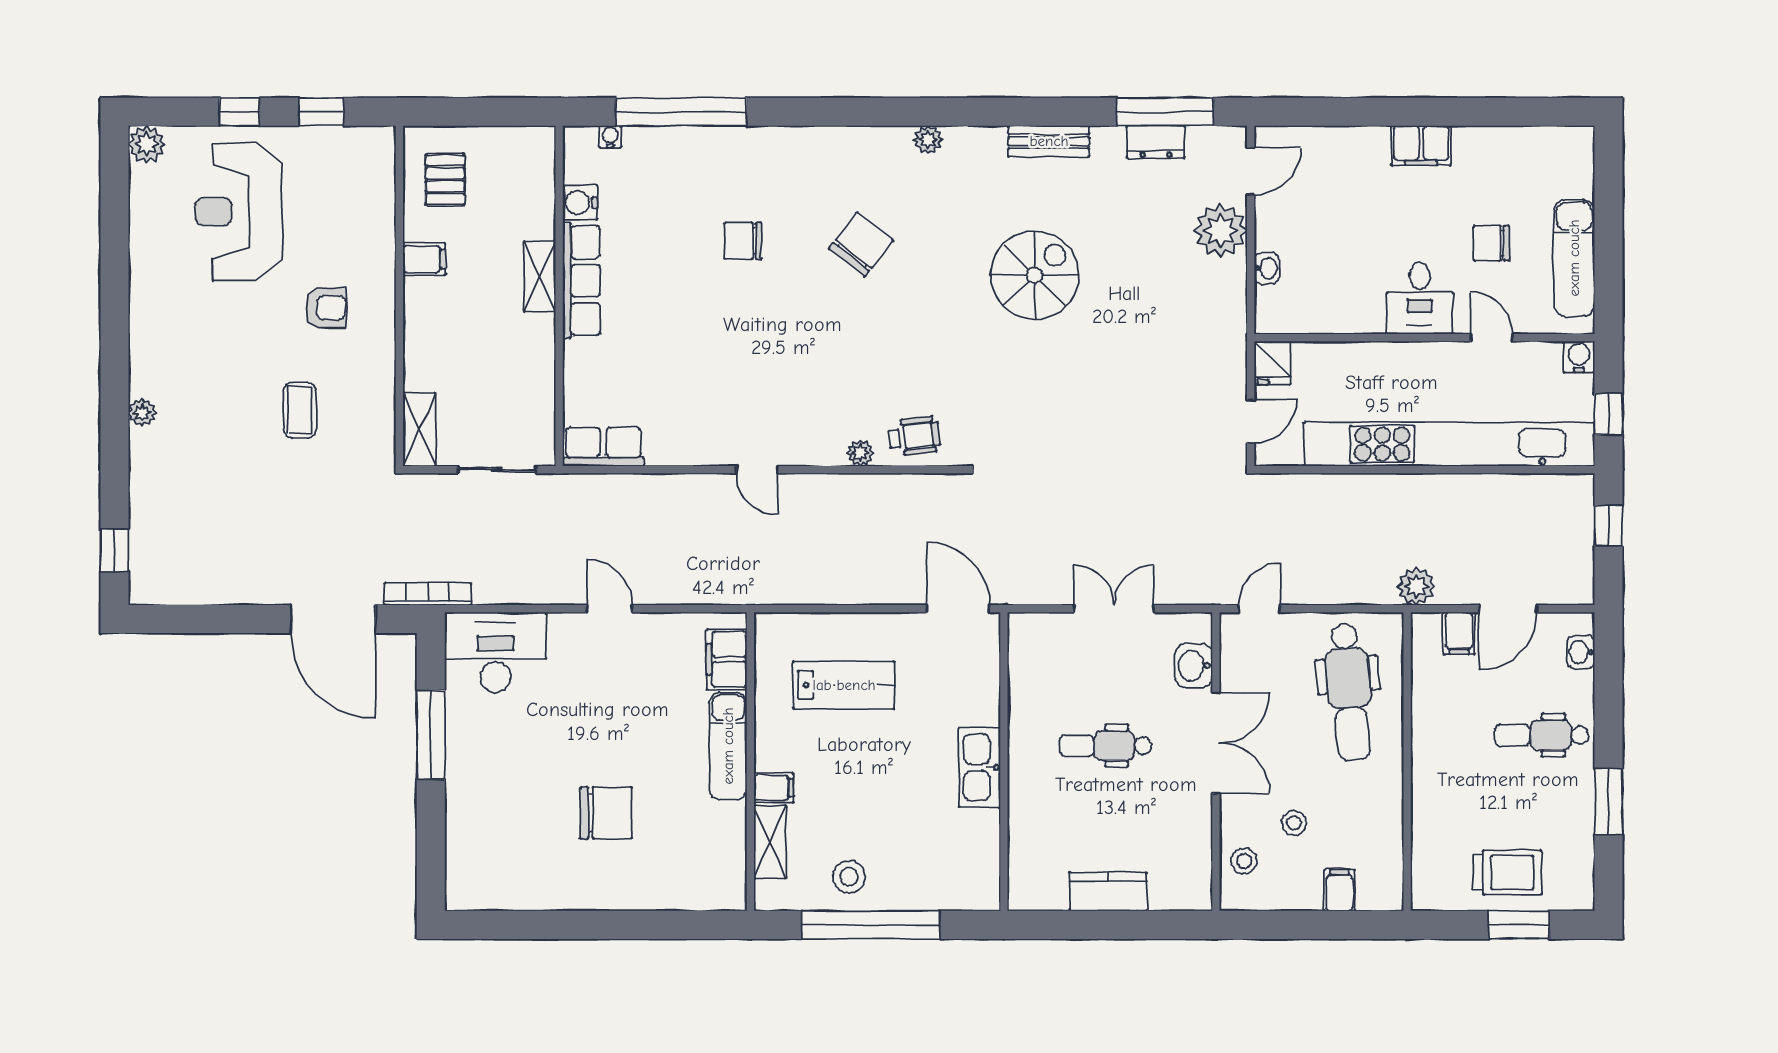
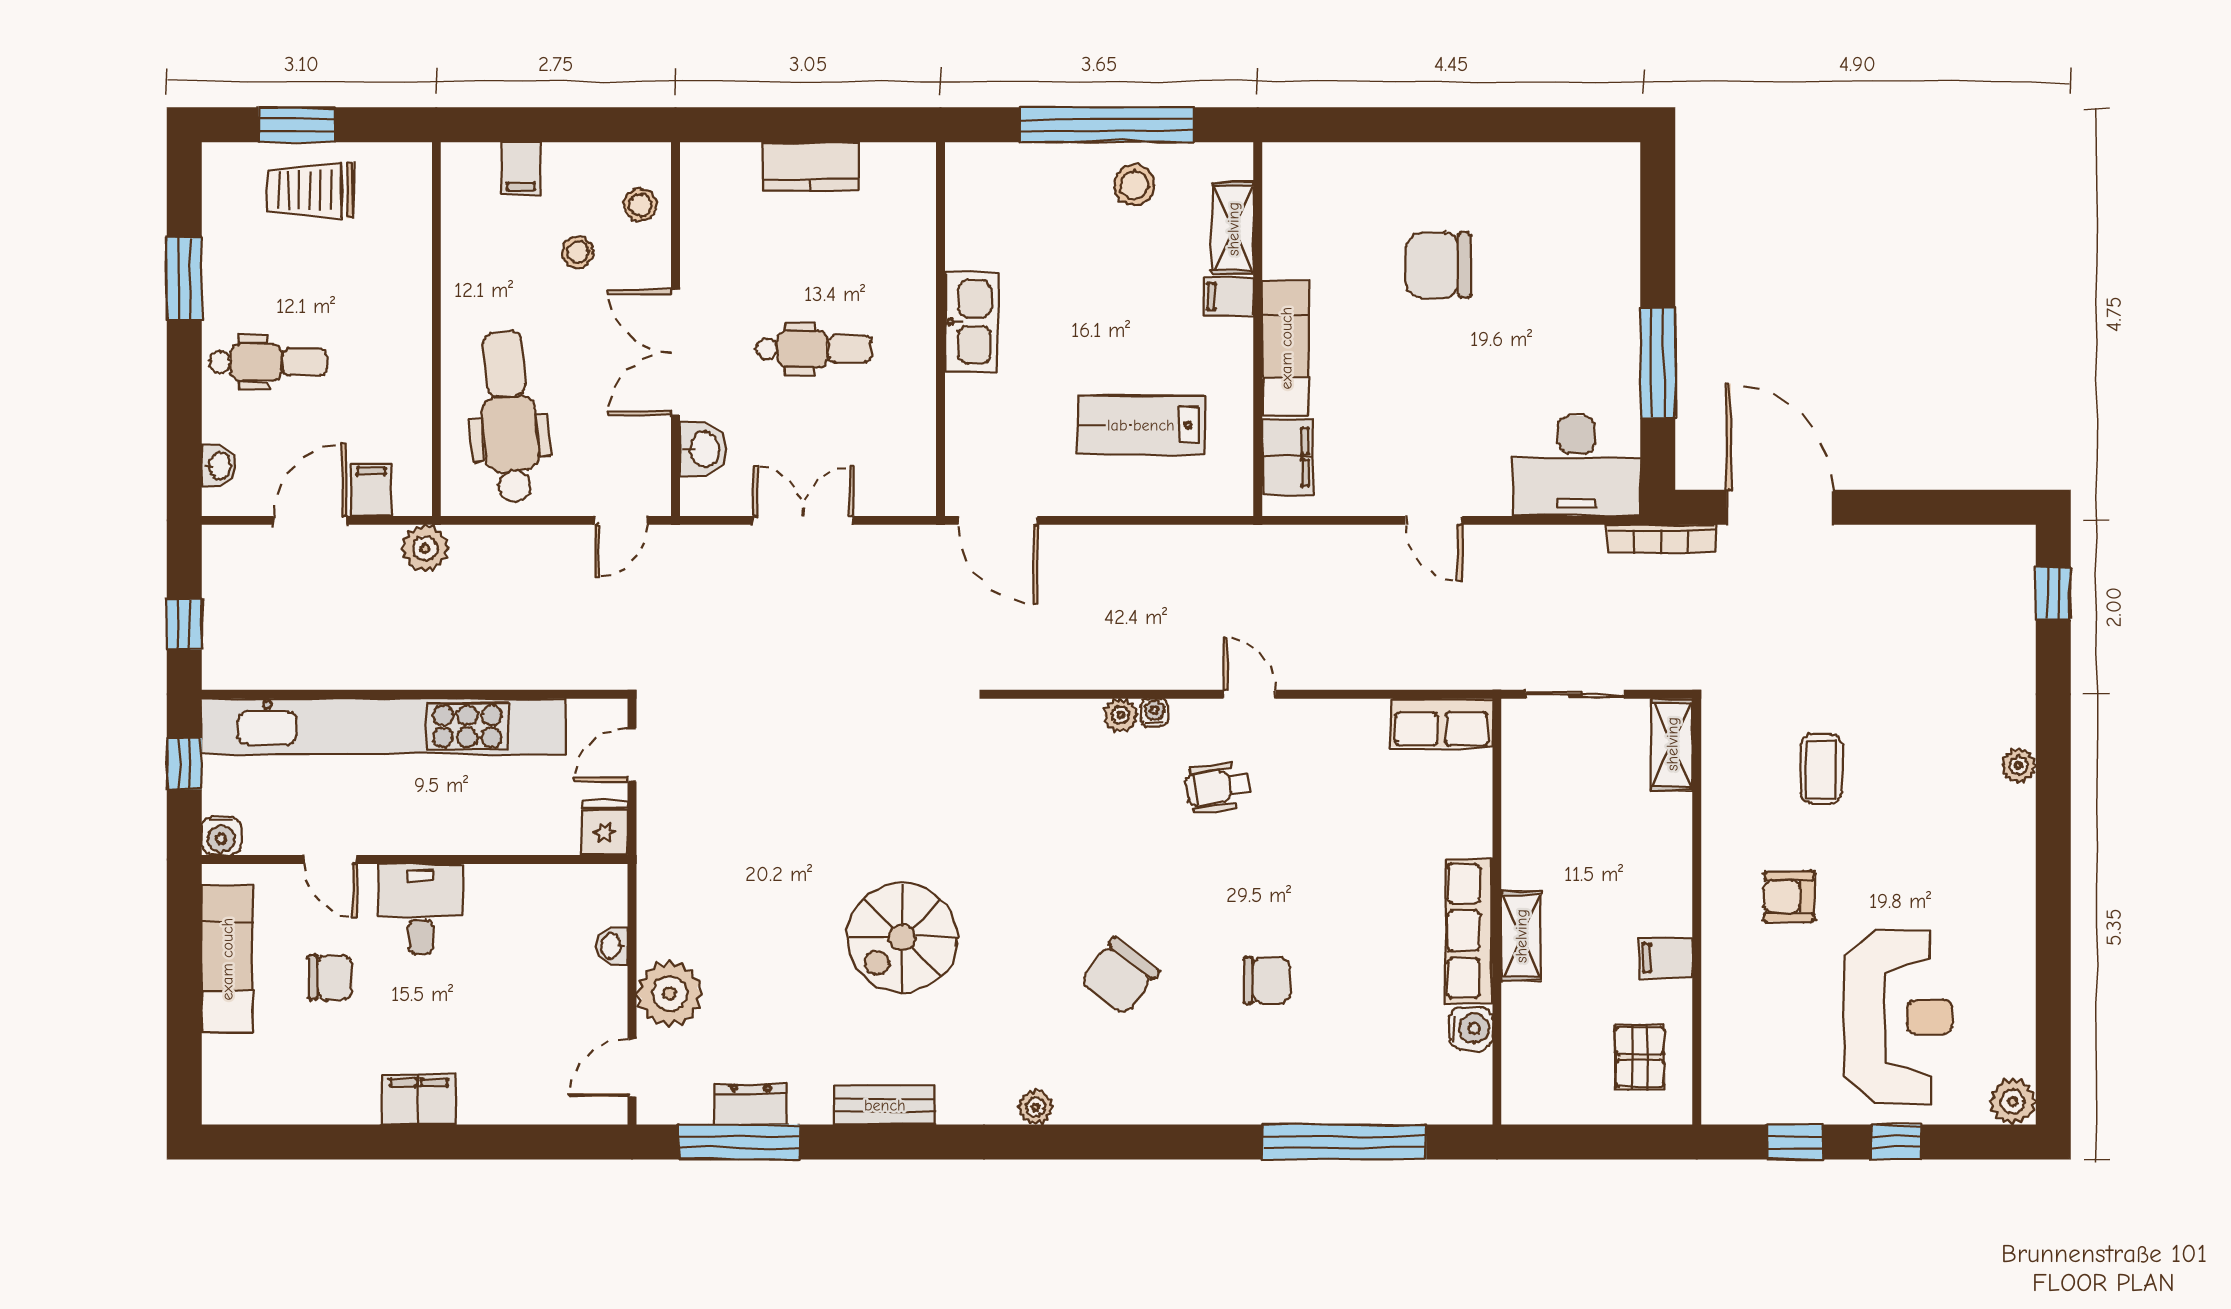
water cooler: (610, 137) -> (1154, 712), moved, turned 180
wheelchair: (914, 436) -> (1217, 787), moved
double door: (1114, 609) -> (803, 520), swing flipped

